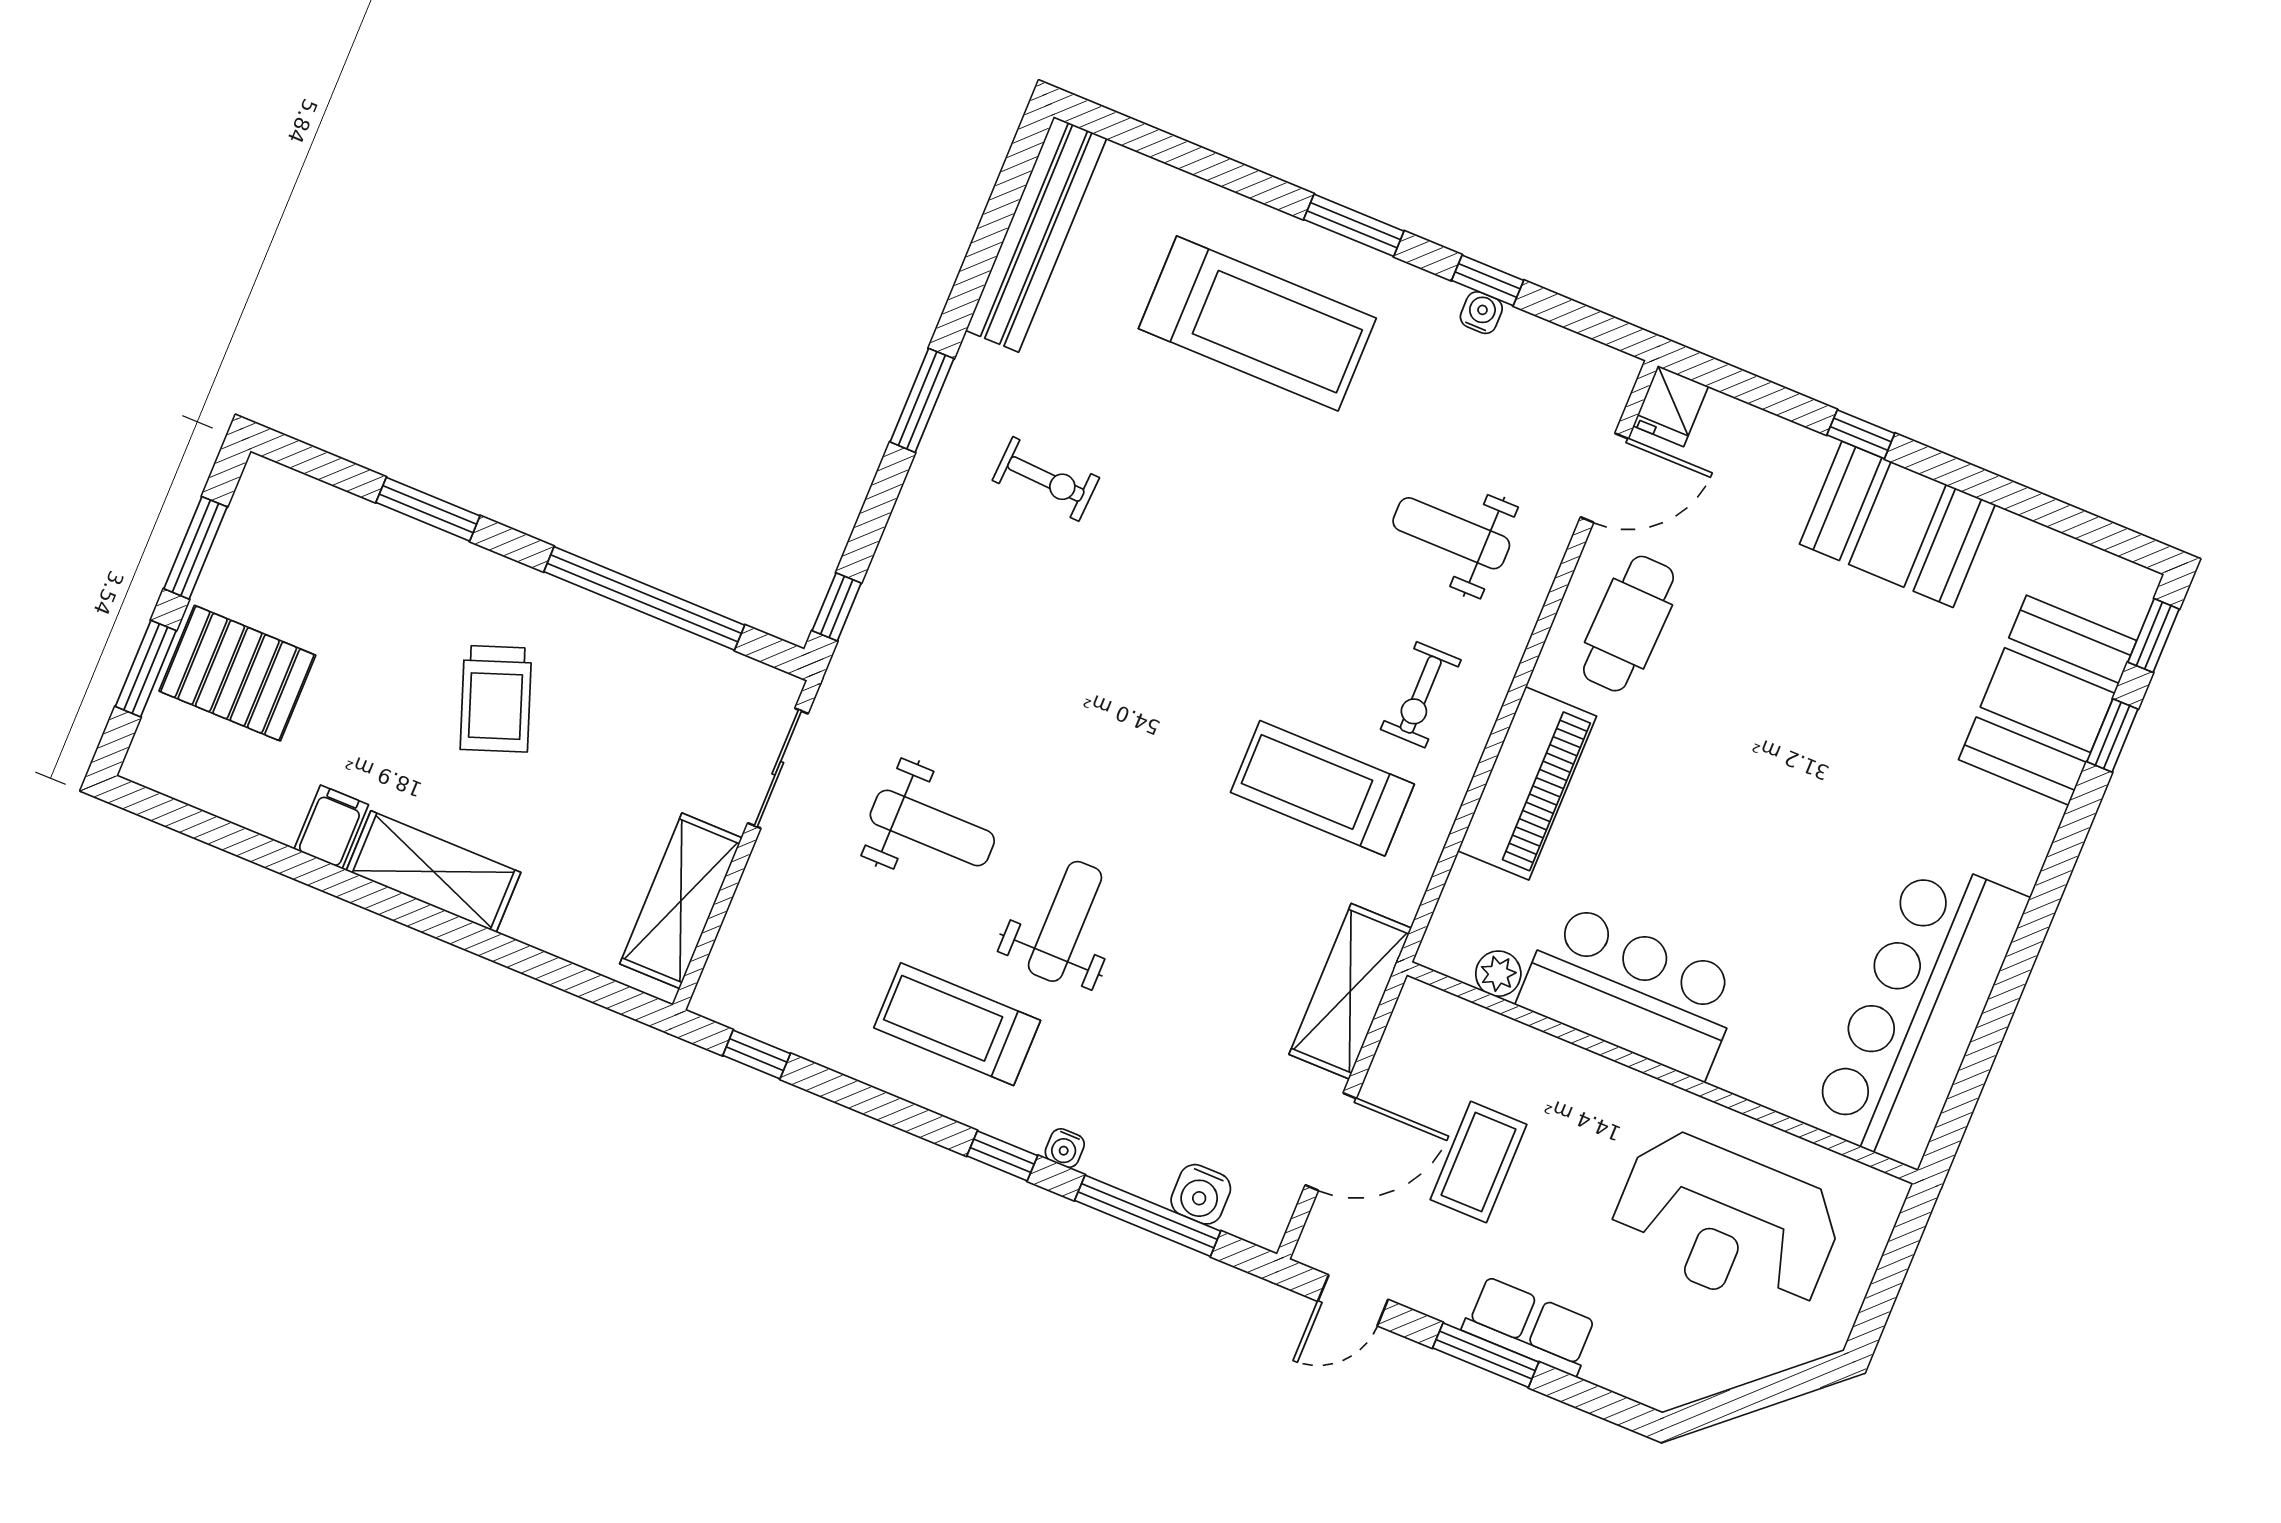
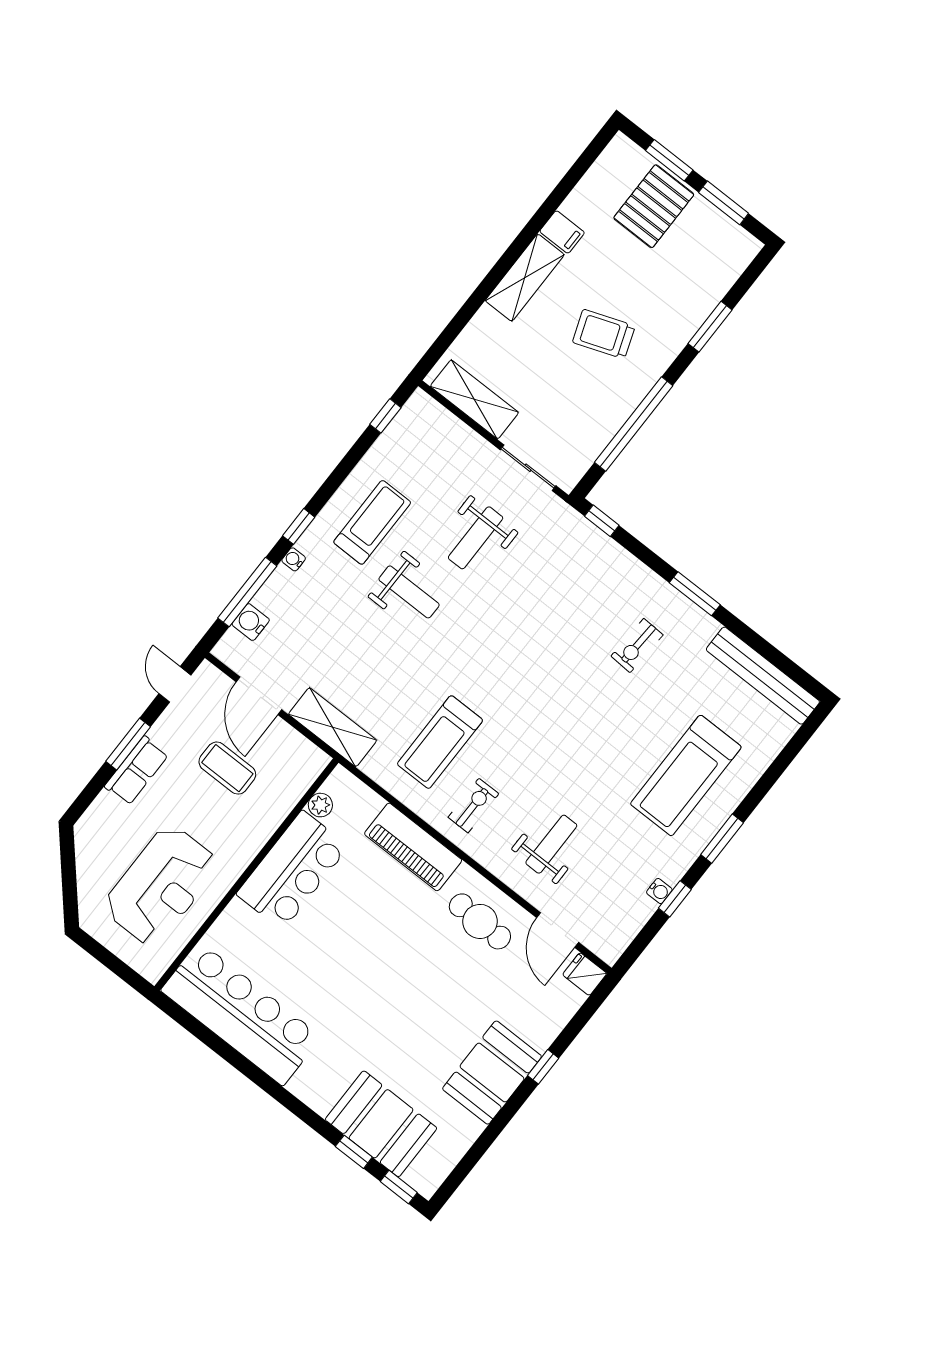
exercise bike: (1421, 695) -> (473, 806), turned 90
treadmill: (1322, 788) -> (440, 742), turned 180
reception desk: (1726, 1223) -> (161, 885), turned 180

